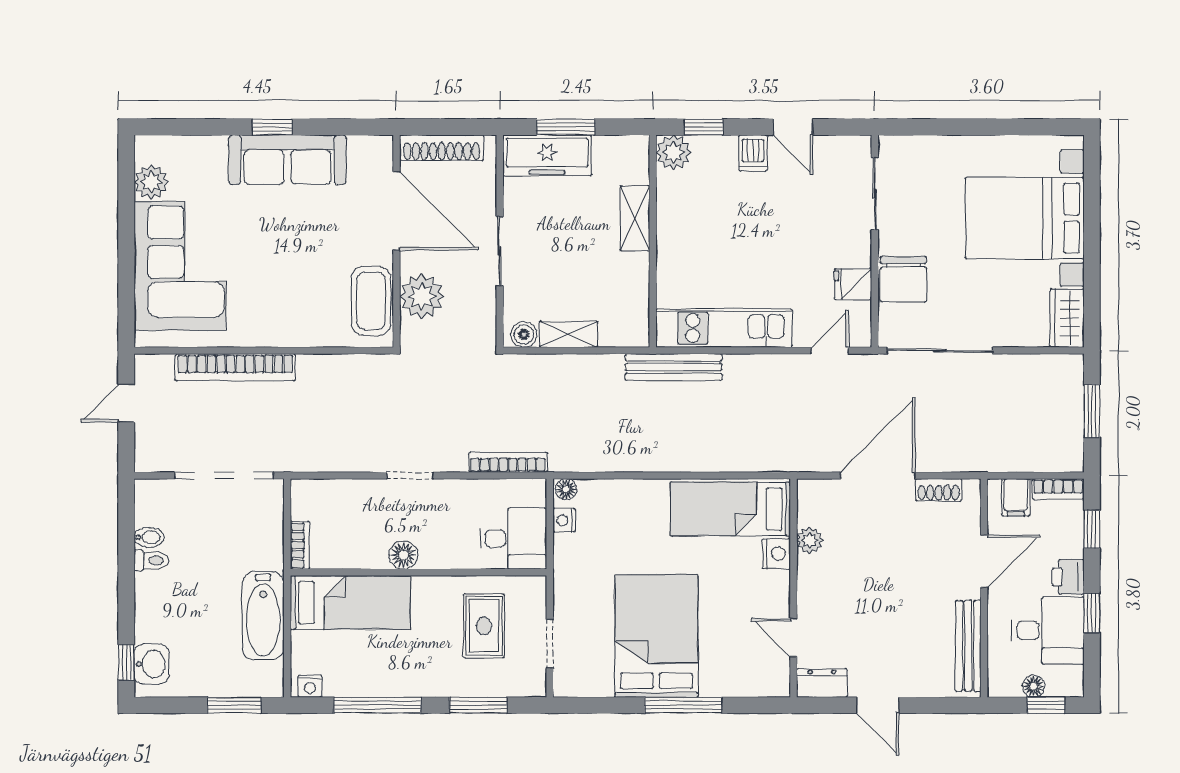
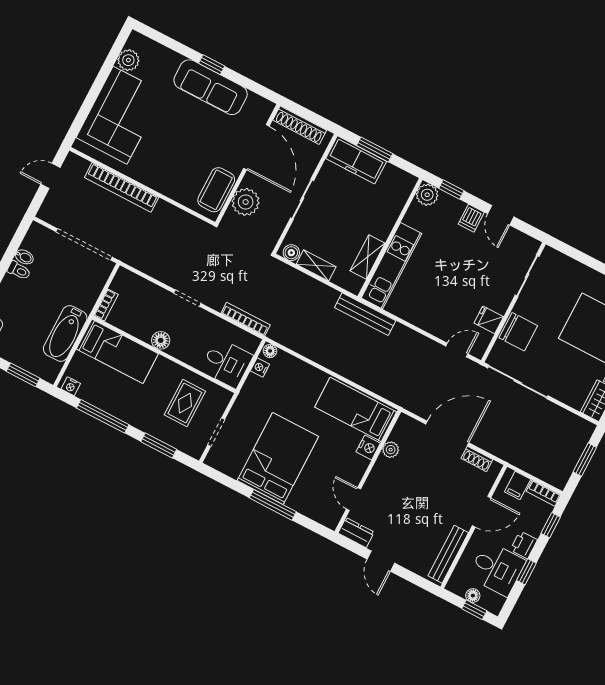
shelving: (635, 218) -> (368, 257), moved
chair: (903, 279) -> (518, 332), turned -90
kitchen unit: (724, 328) -> (391, 266), moved, turned 90

